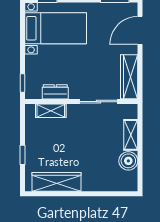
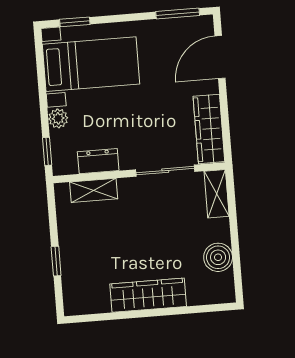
plant: (31, 62) -> (58, 118), added
shelving: (131, 135) -> (217, 194), moved
wardrobe: (56, 182) -> (148, 295), moved

